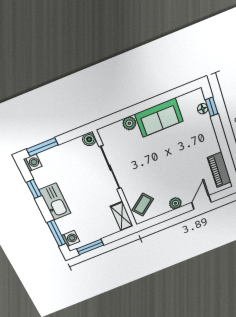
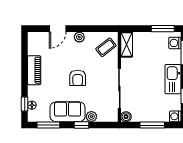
window: (176, 93) -> (48, 125), added
window: (137, 109) -> (81, 125), added
window: (42, 147) -> (152, 125), moved
armchair: (161, 160) -> (78, 78), added
piano: (219, 170) -> (34, 70), moved

